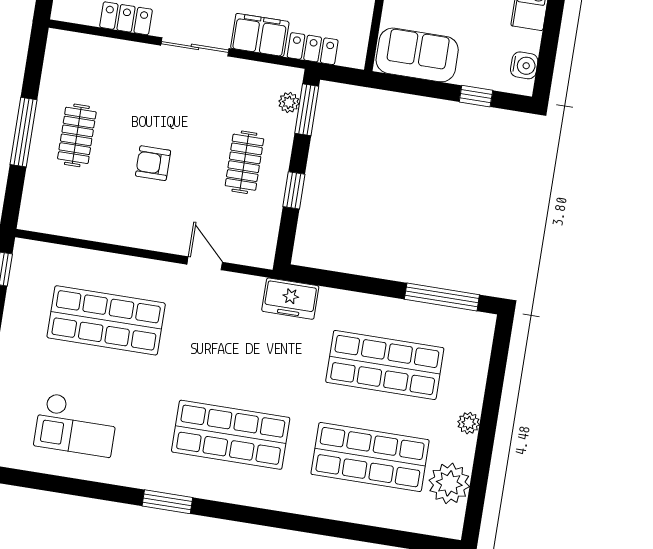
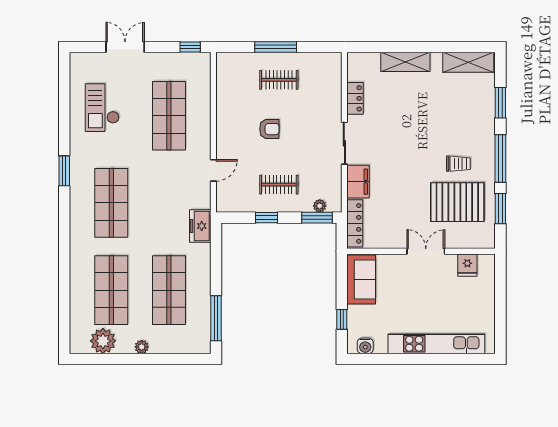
locker: (313, 49) -> (355, 223), width x1.53
armchair: (153, 163) -> (269, 129), turned 90

